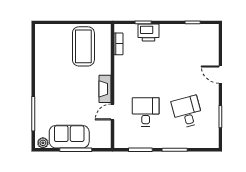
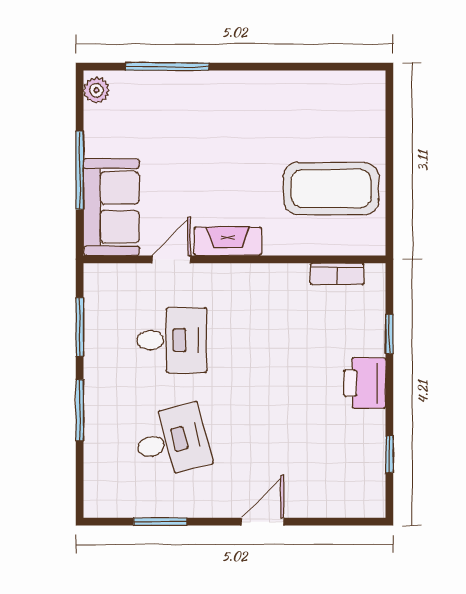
printer: (149, 33) -> (365, 383), moved
door: (112, 112) -> (171, 259), hinge flipped
sofa: (69, 137) -> (111, 207), moved

